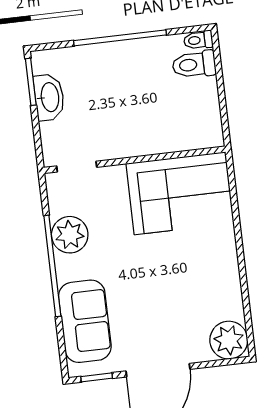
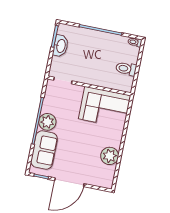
toilet: (194, 64) -> (126, 69), moved
plant: (70, 235) -> (47, 122), moved
plant: (229, 340) -> (110, 156), moved

